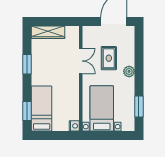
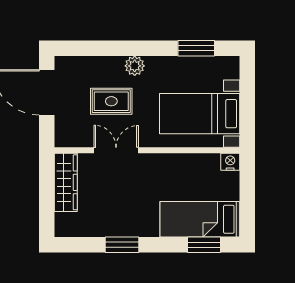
wardrobe: (48, 32) -> (66, 182), moved

